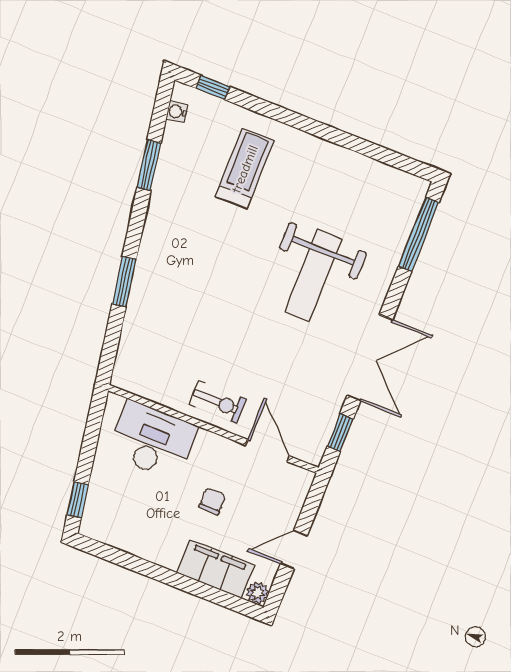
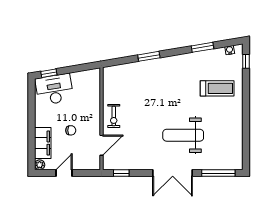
double door: (370, 358) -> (173, 173), moved
desk: (152, 440) -> (54, 89), moved, turned -100
door: (294, 550) -> (64, 173), hinge flipped

